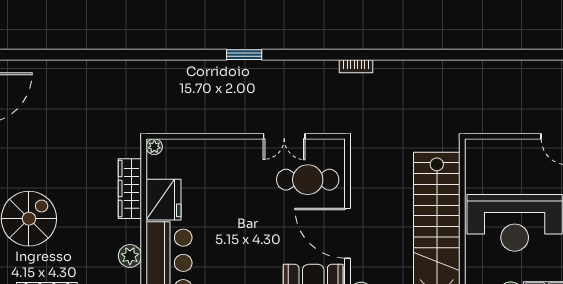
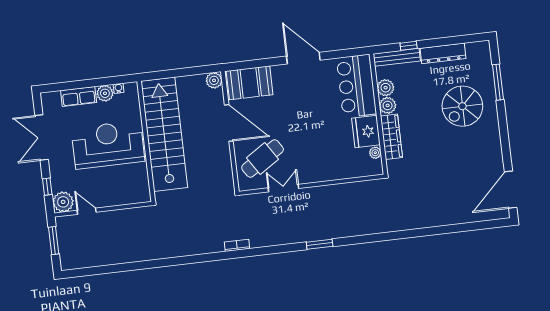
plant: (154, 147) -> (375, 153), moved
cafe table: (308, 180) -> (263, 159), turned -33
plant: (130, 232) -> (388, 105), added

